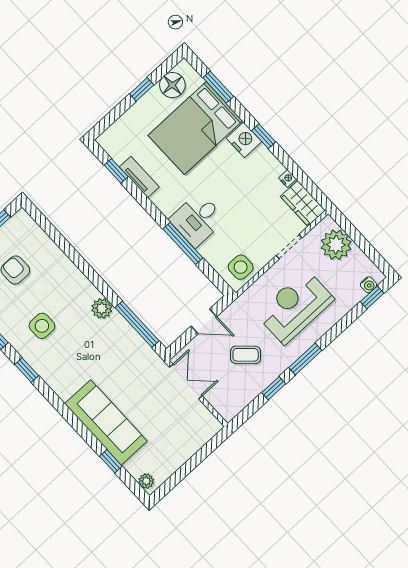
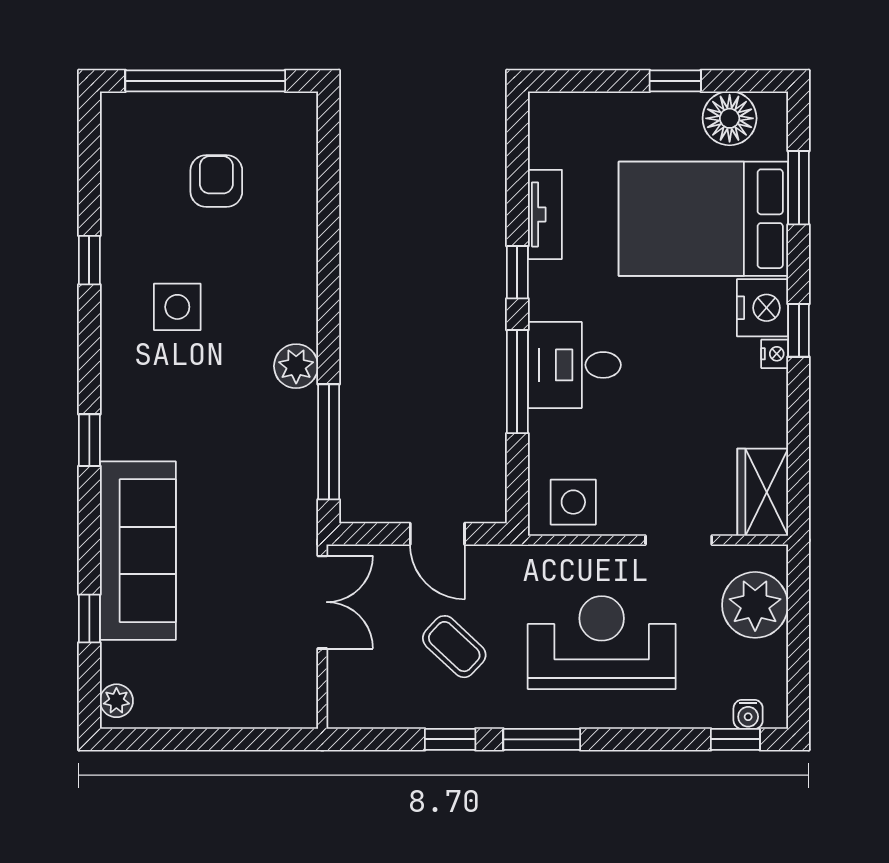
window: (116, 171) -> (517, 272), moved
nightstand: (287, 179) -> (775, 354), moved
window: (27, 370) -> (89, 440), moved

